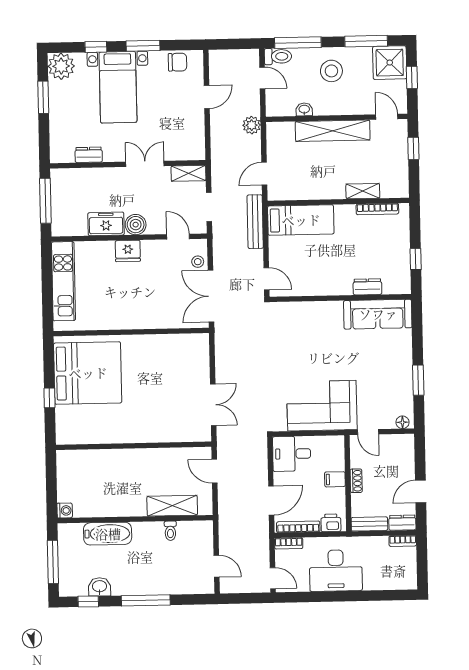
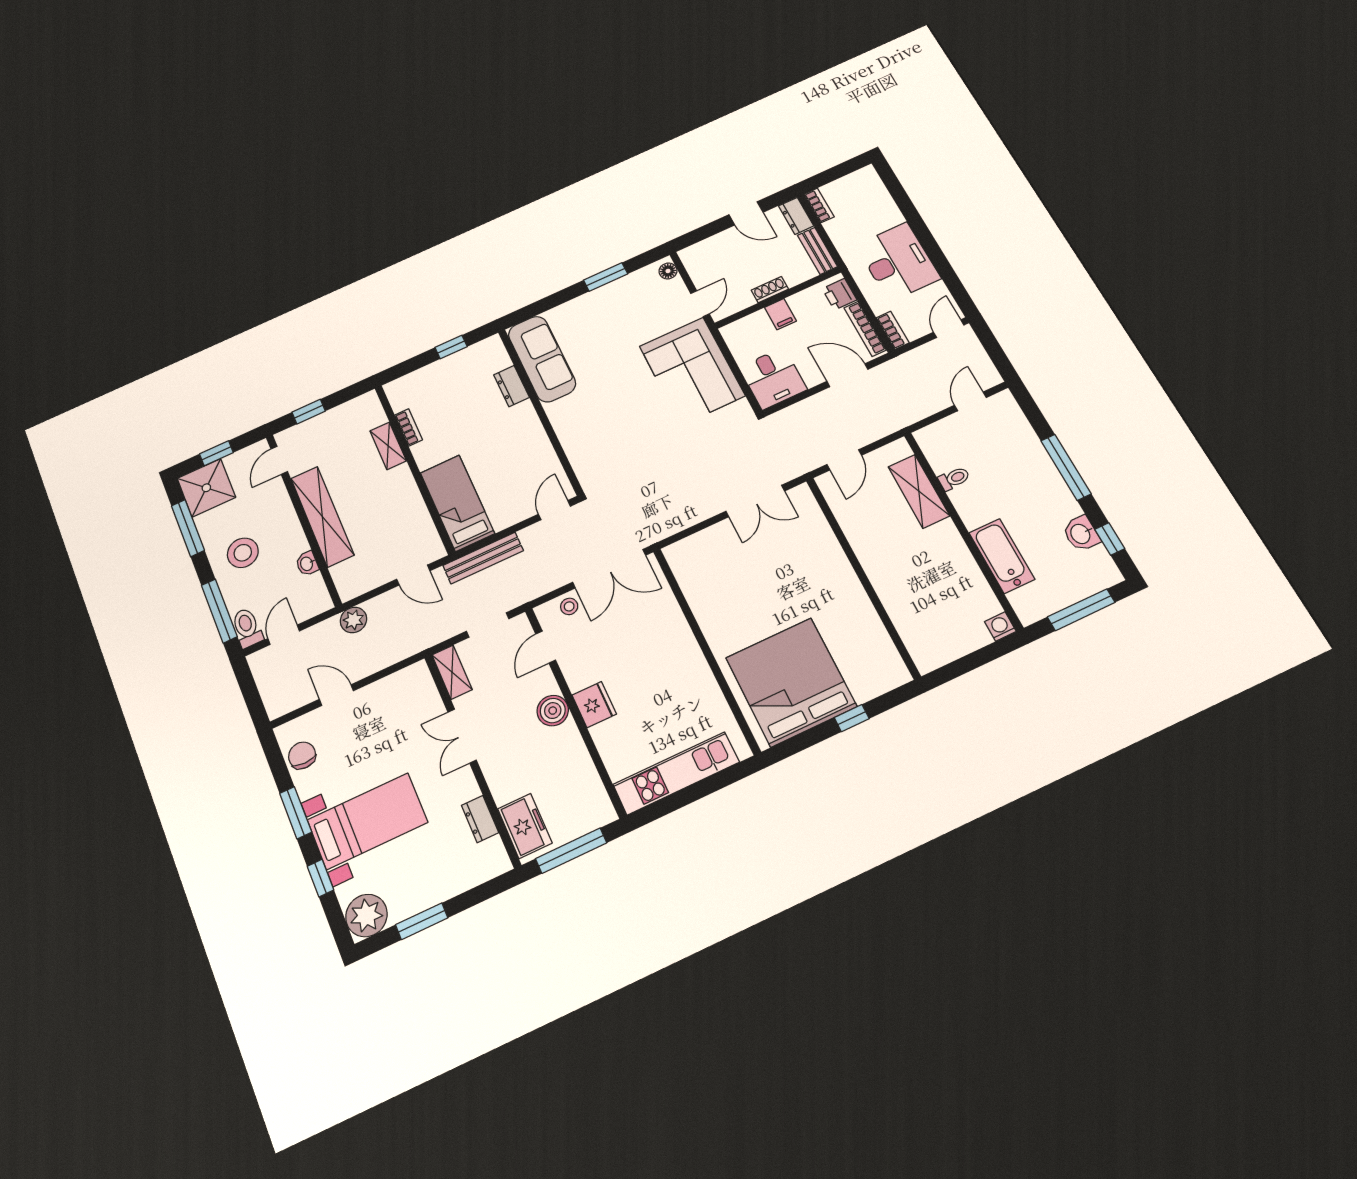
bookcase: (377, 209) -> (409, 427), width x0.64
freezer: (106, 224) -> (525, 826), moved, turned 180
double door: (213, 405) -> (755, 501), swing flipped

